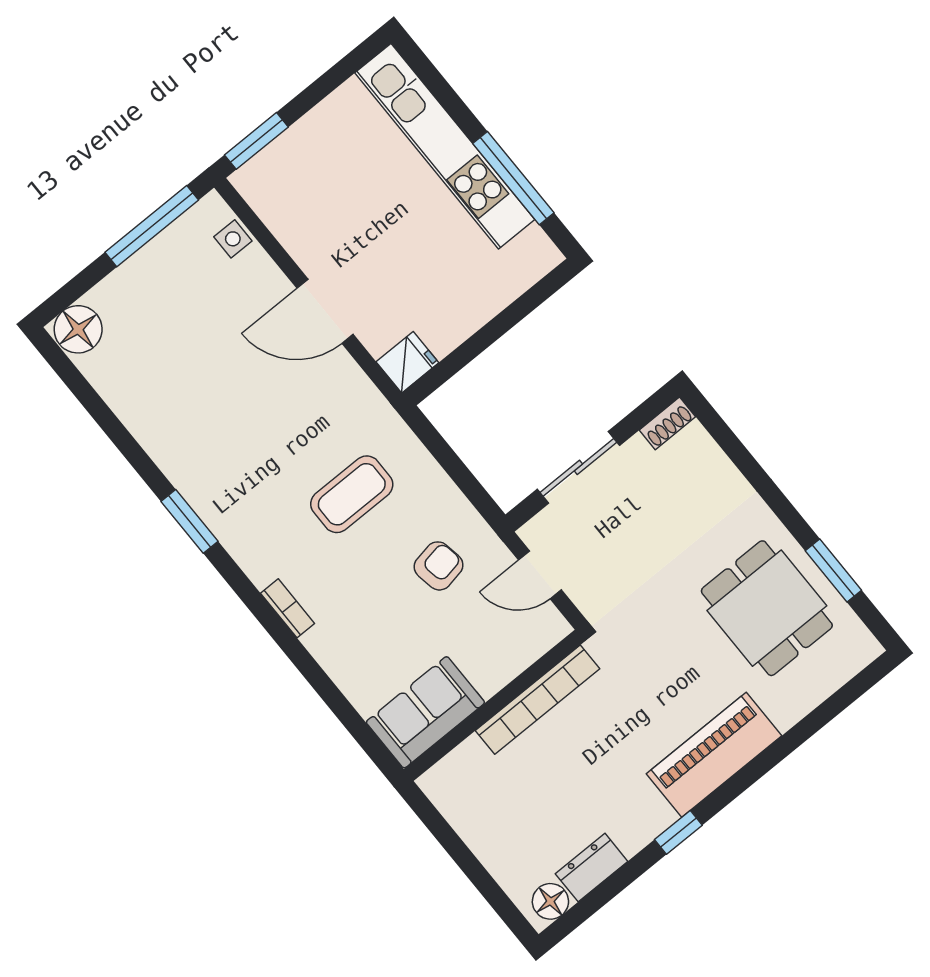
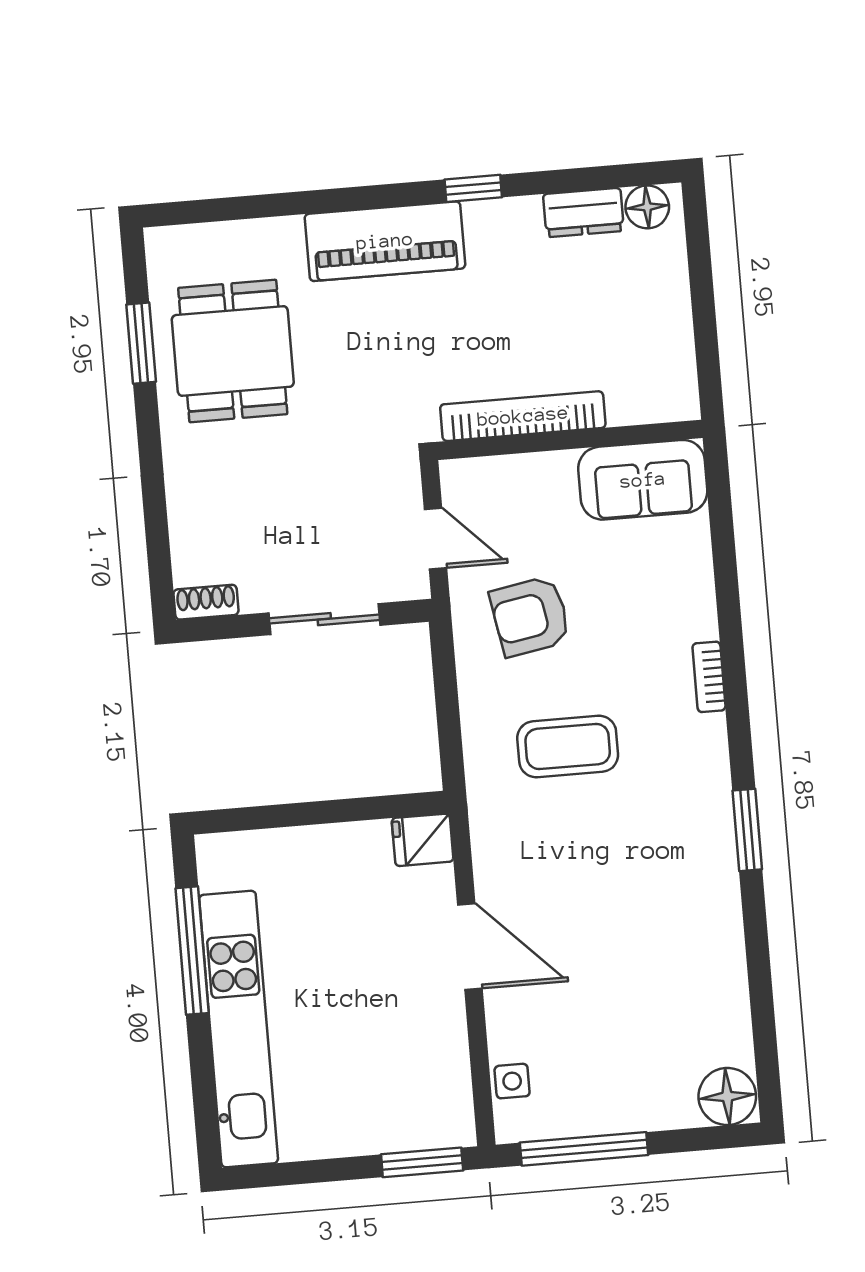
armchair: (439, 566) -> (530, 616), width x1.38, depth x1.38

